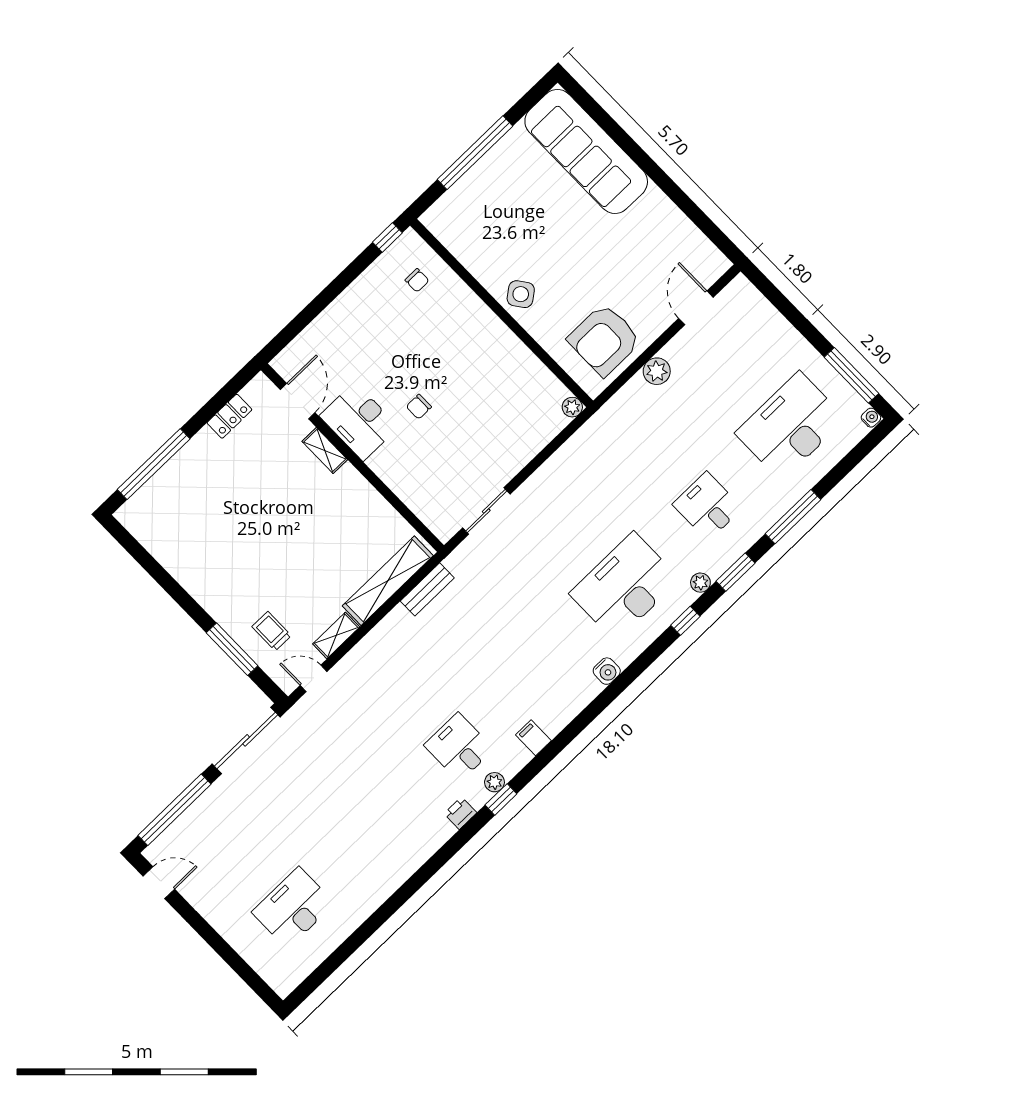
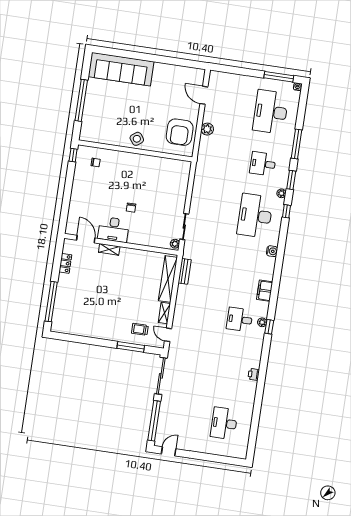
plant: (572, 407) -> (175, 244), moved
door: (314, 678) -> (168, 335), hinge flipped
filing cabinet: (533, 738) -> (265, 291), width x2.00
printer: (460, 813) -> (254, 374), moved

